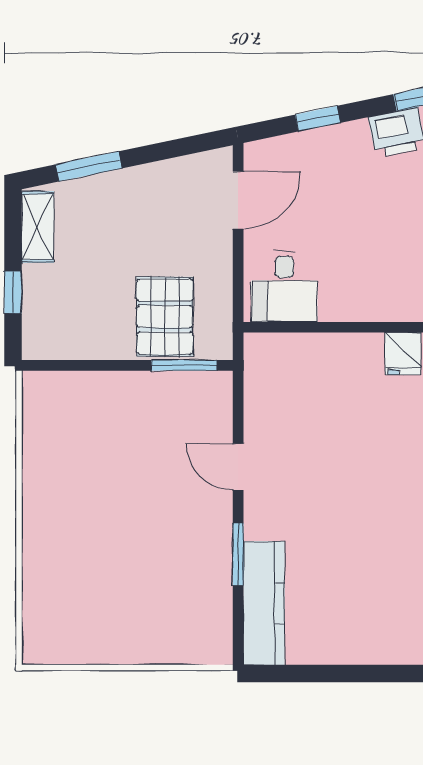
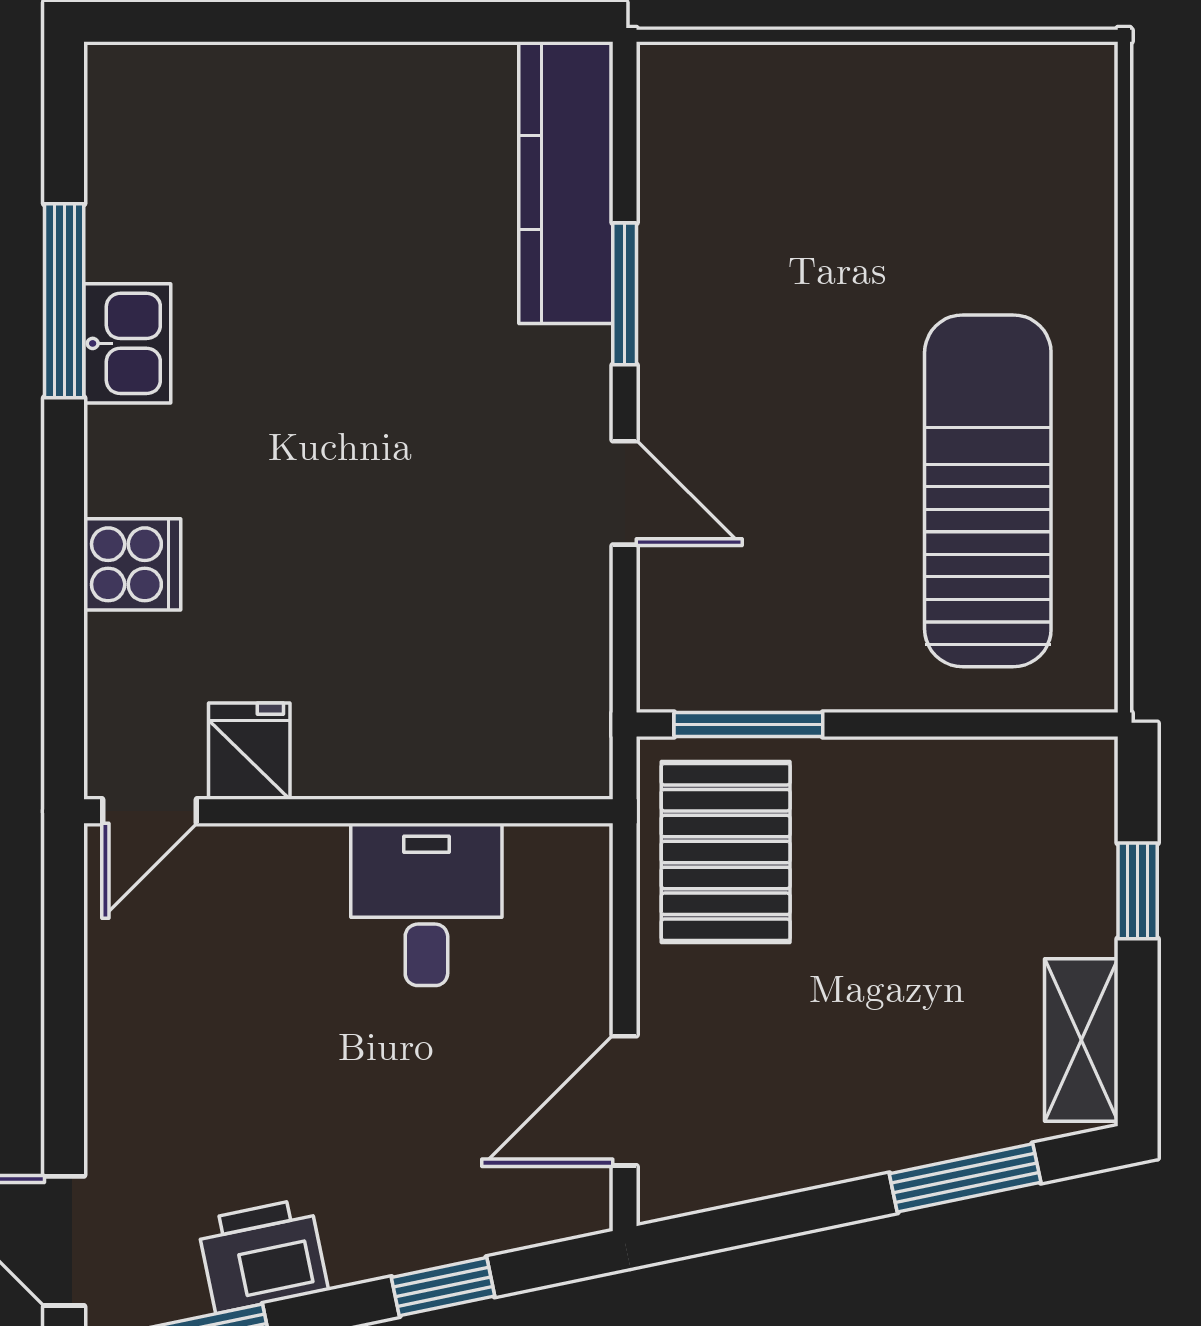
desk: (284, 286) -> (426, 904), moved
pallet: (165, 317) -> (726, 852), moved
sun lounger: (79, 468) -> (988, 491), added

